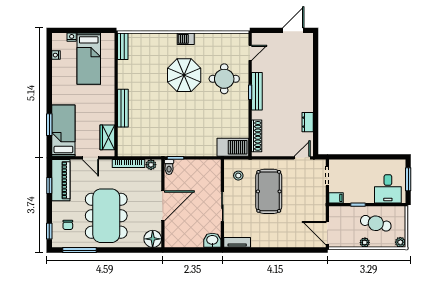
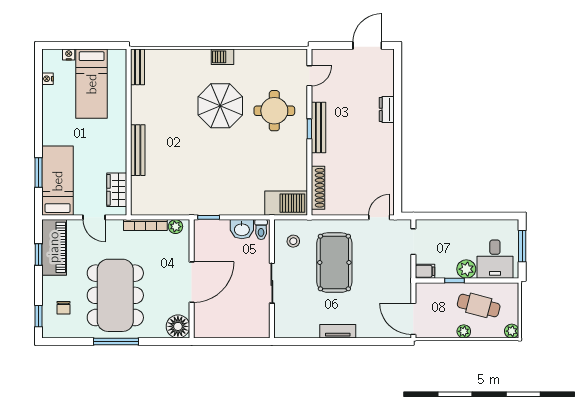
dresser: (308, 122) -> (387, 109), moved
toilet: (169, 167) -> (261, 230), moved
plant: (367, 196) -> (466, 269), added
washbasin: (212, 240) -> (242, 229), moved, turned 180
tv unit: (237, 242) -> (338, 331), moved
window: (80, 250) -> (116, 342), moved

